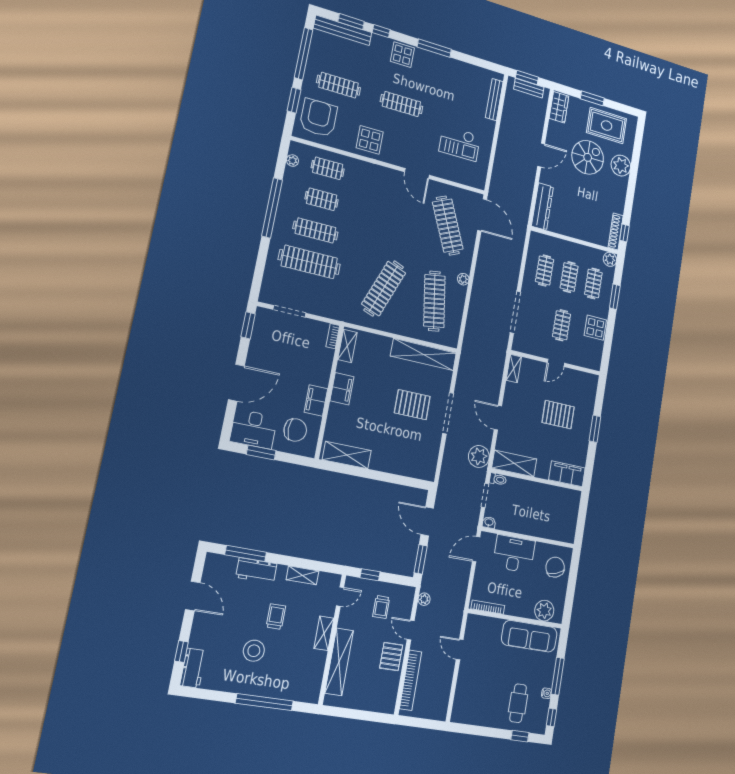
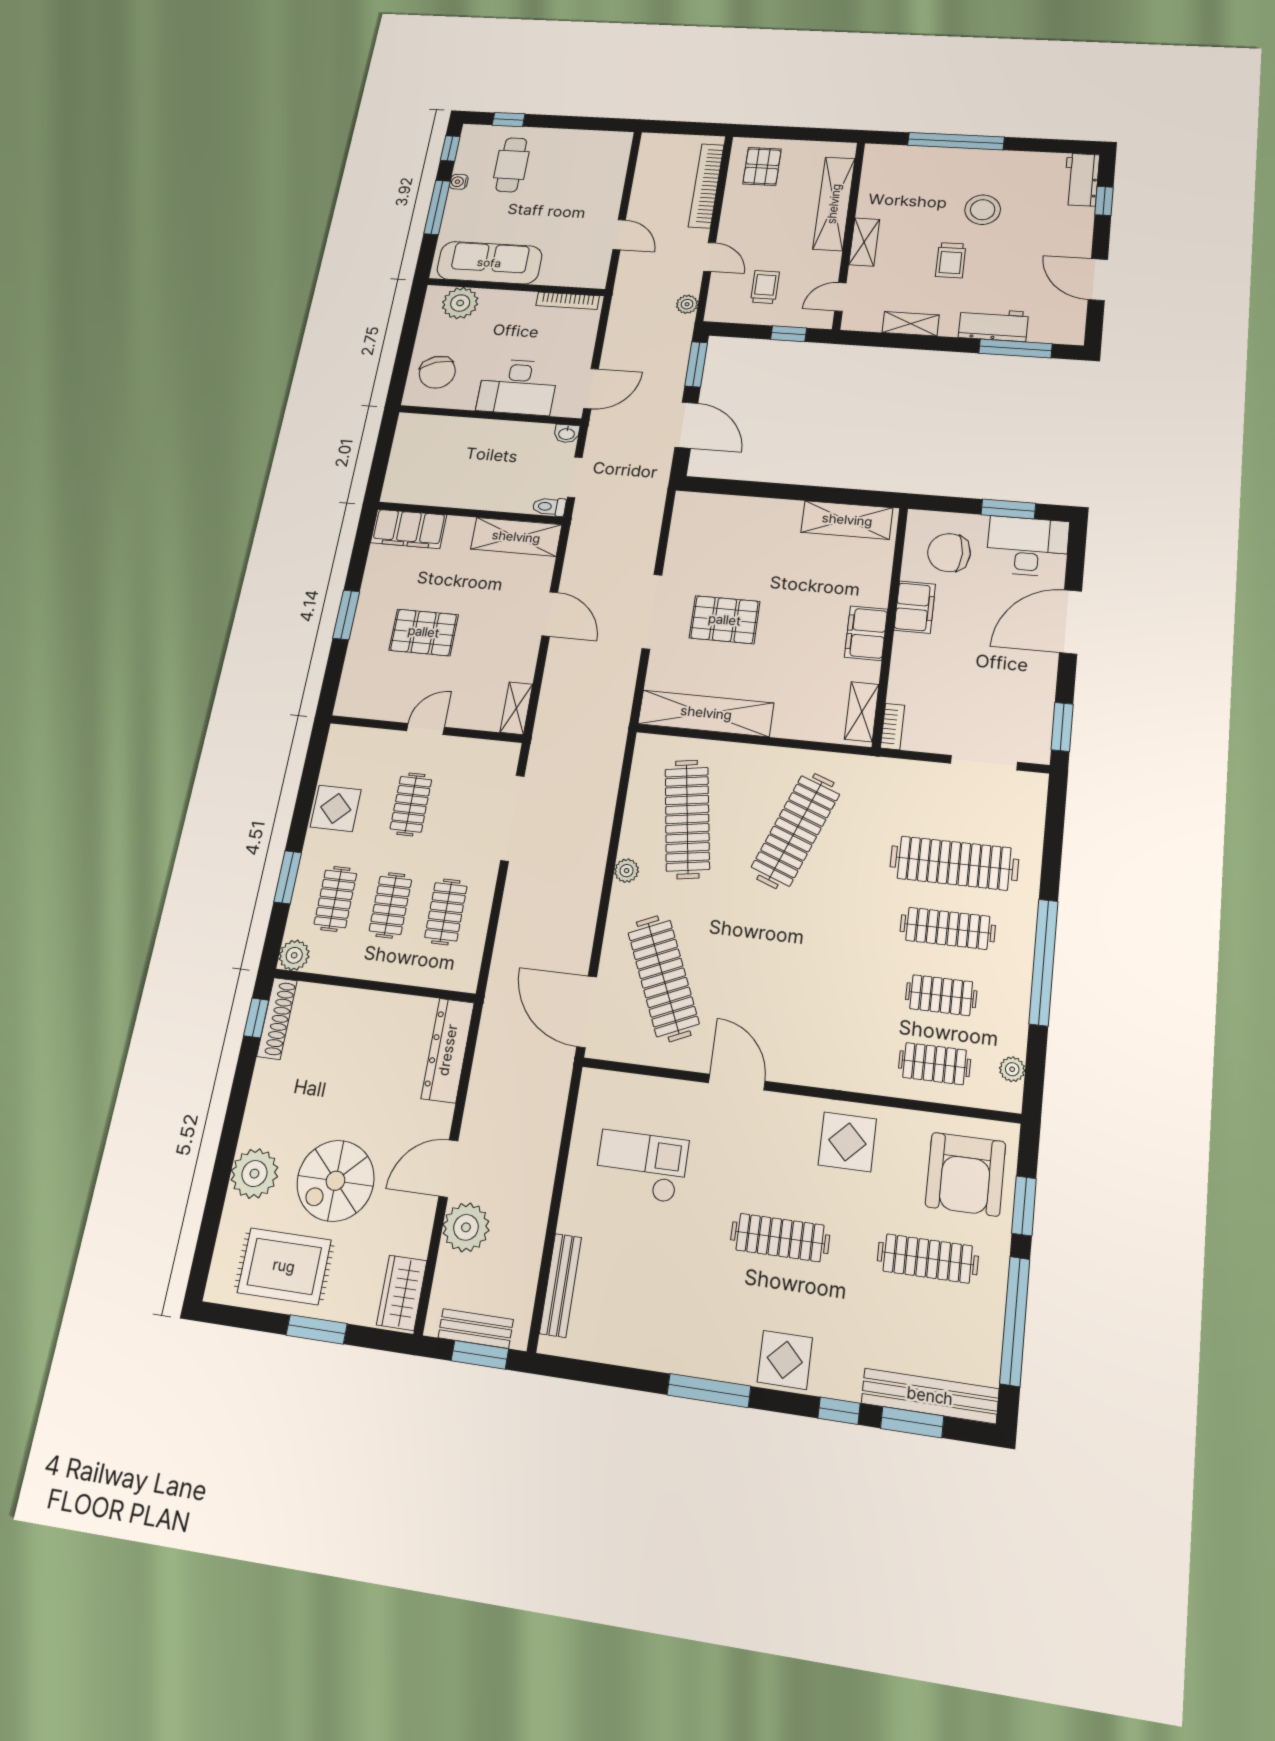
plant: (479, 456) -> (466, 1227), moved
pallet: (391, 656) -> (762, 166), moved

